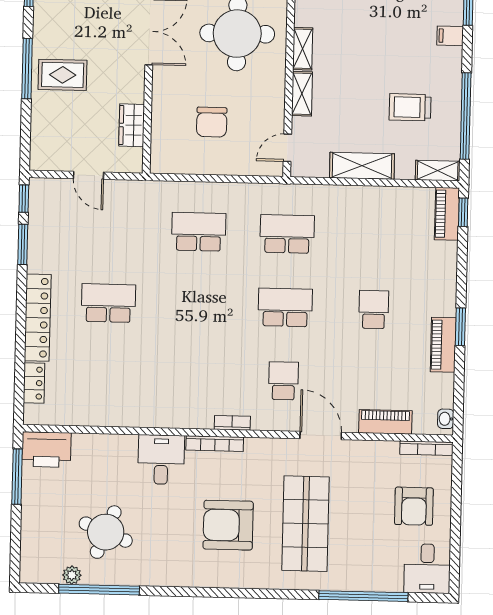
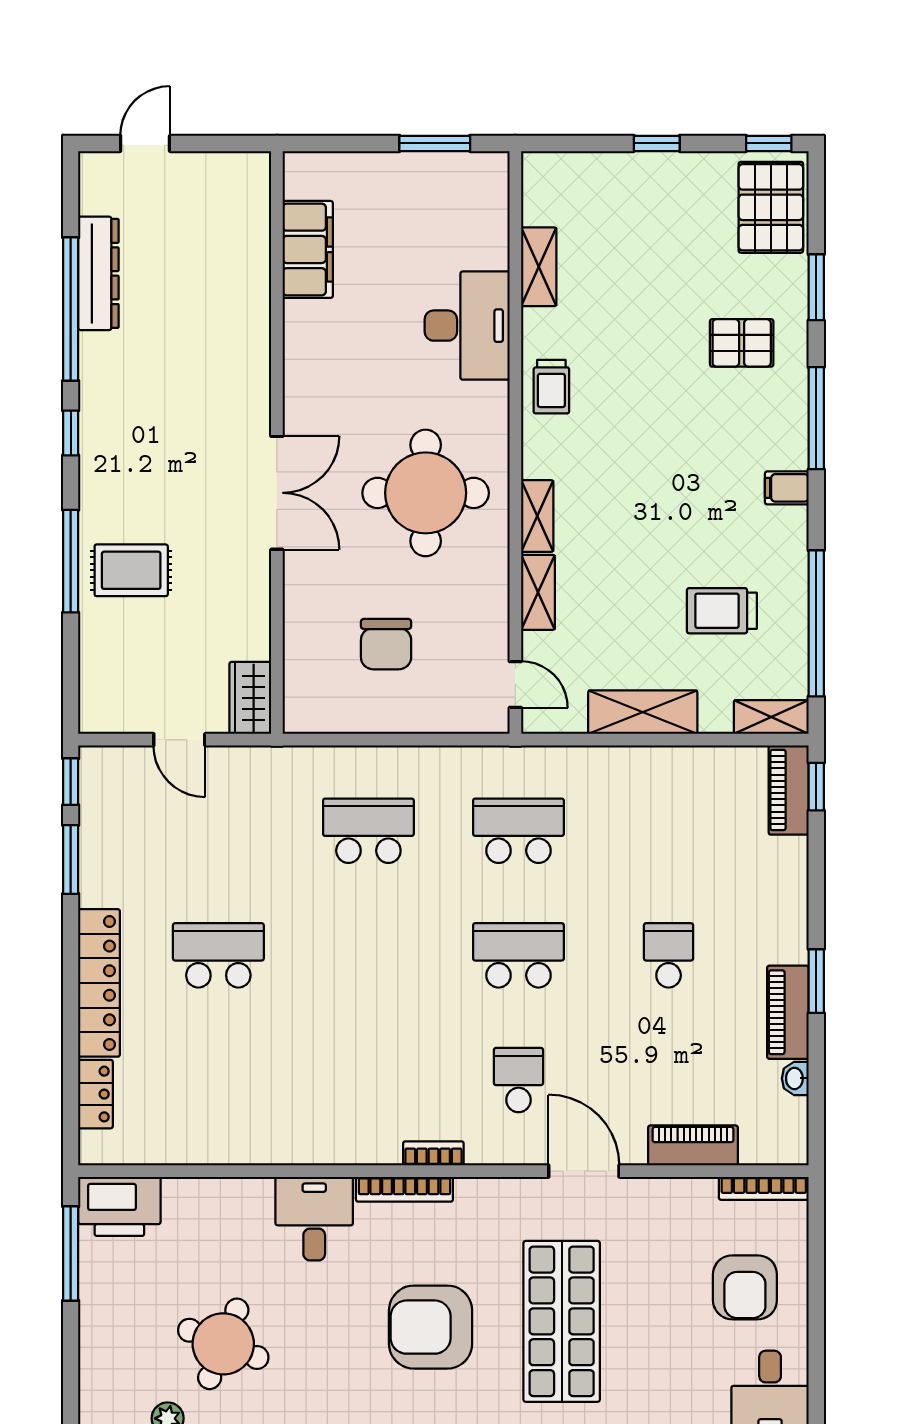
wardrobe: (132, 125) -> (250, 698), moved
door: (287, 148) -> (515, 685), swing flipped
washbasin: (446, 419) -> (795, 1078), moved

